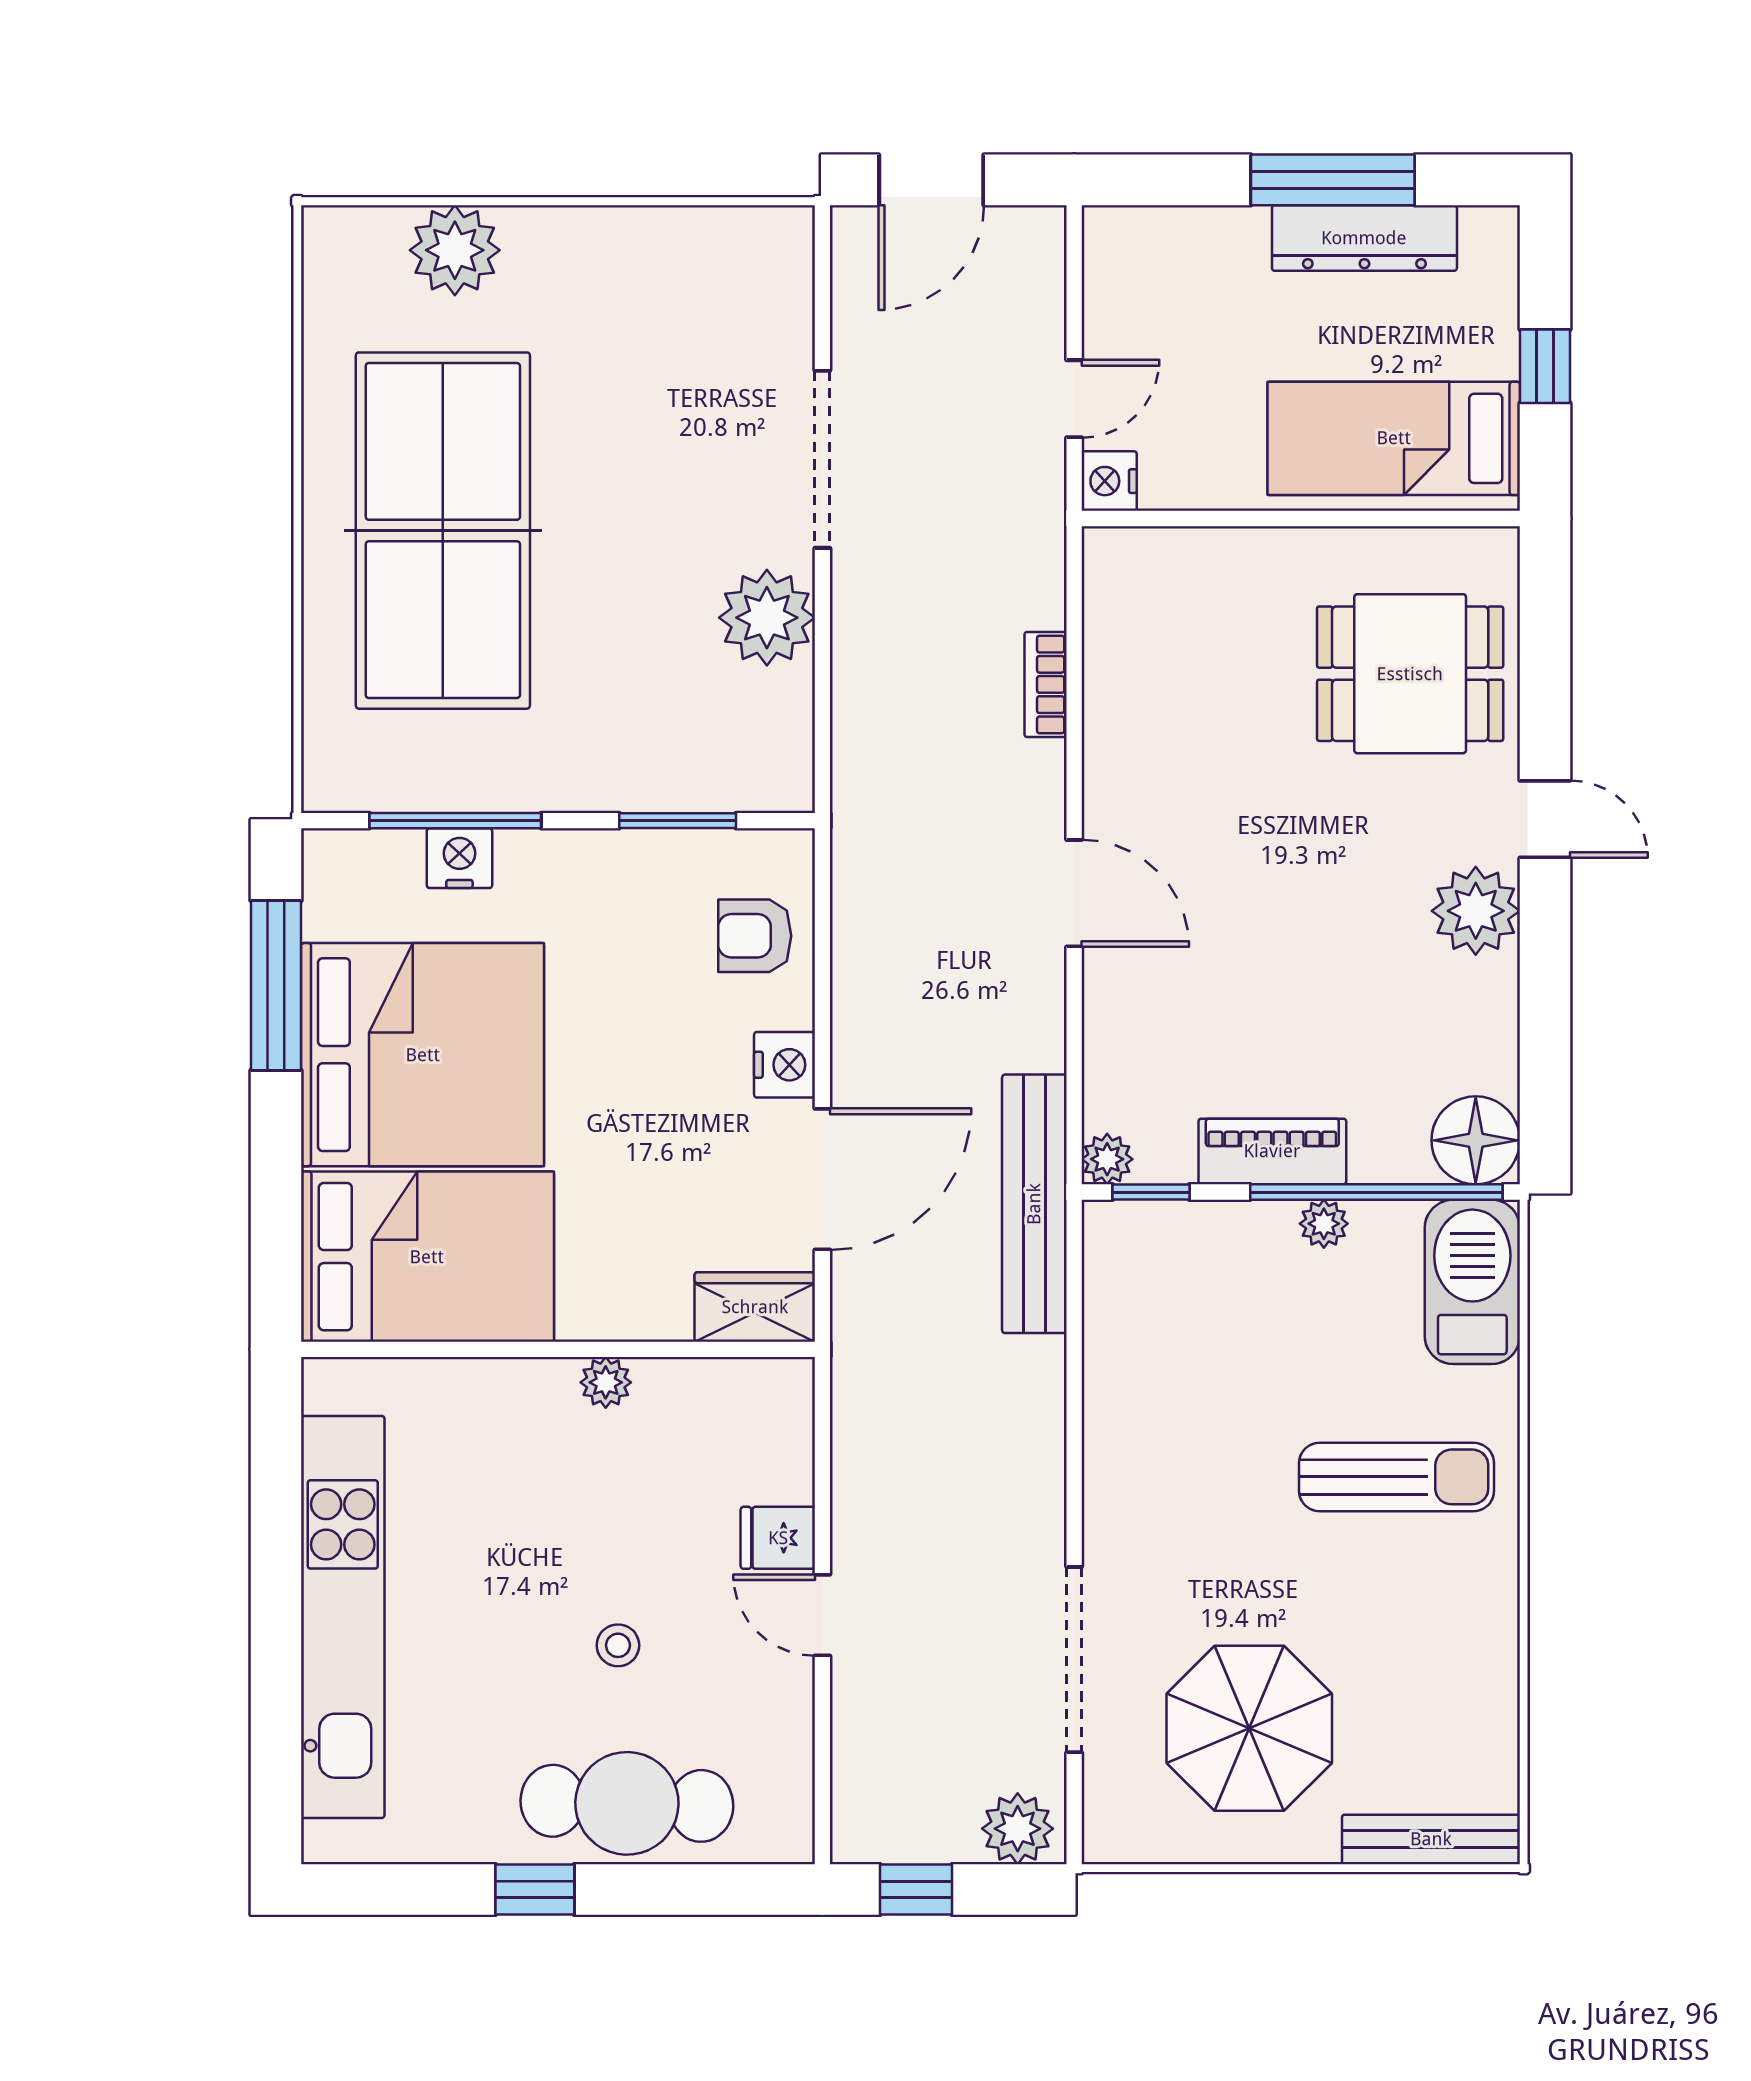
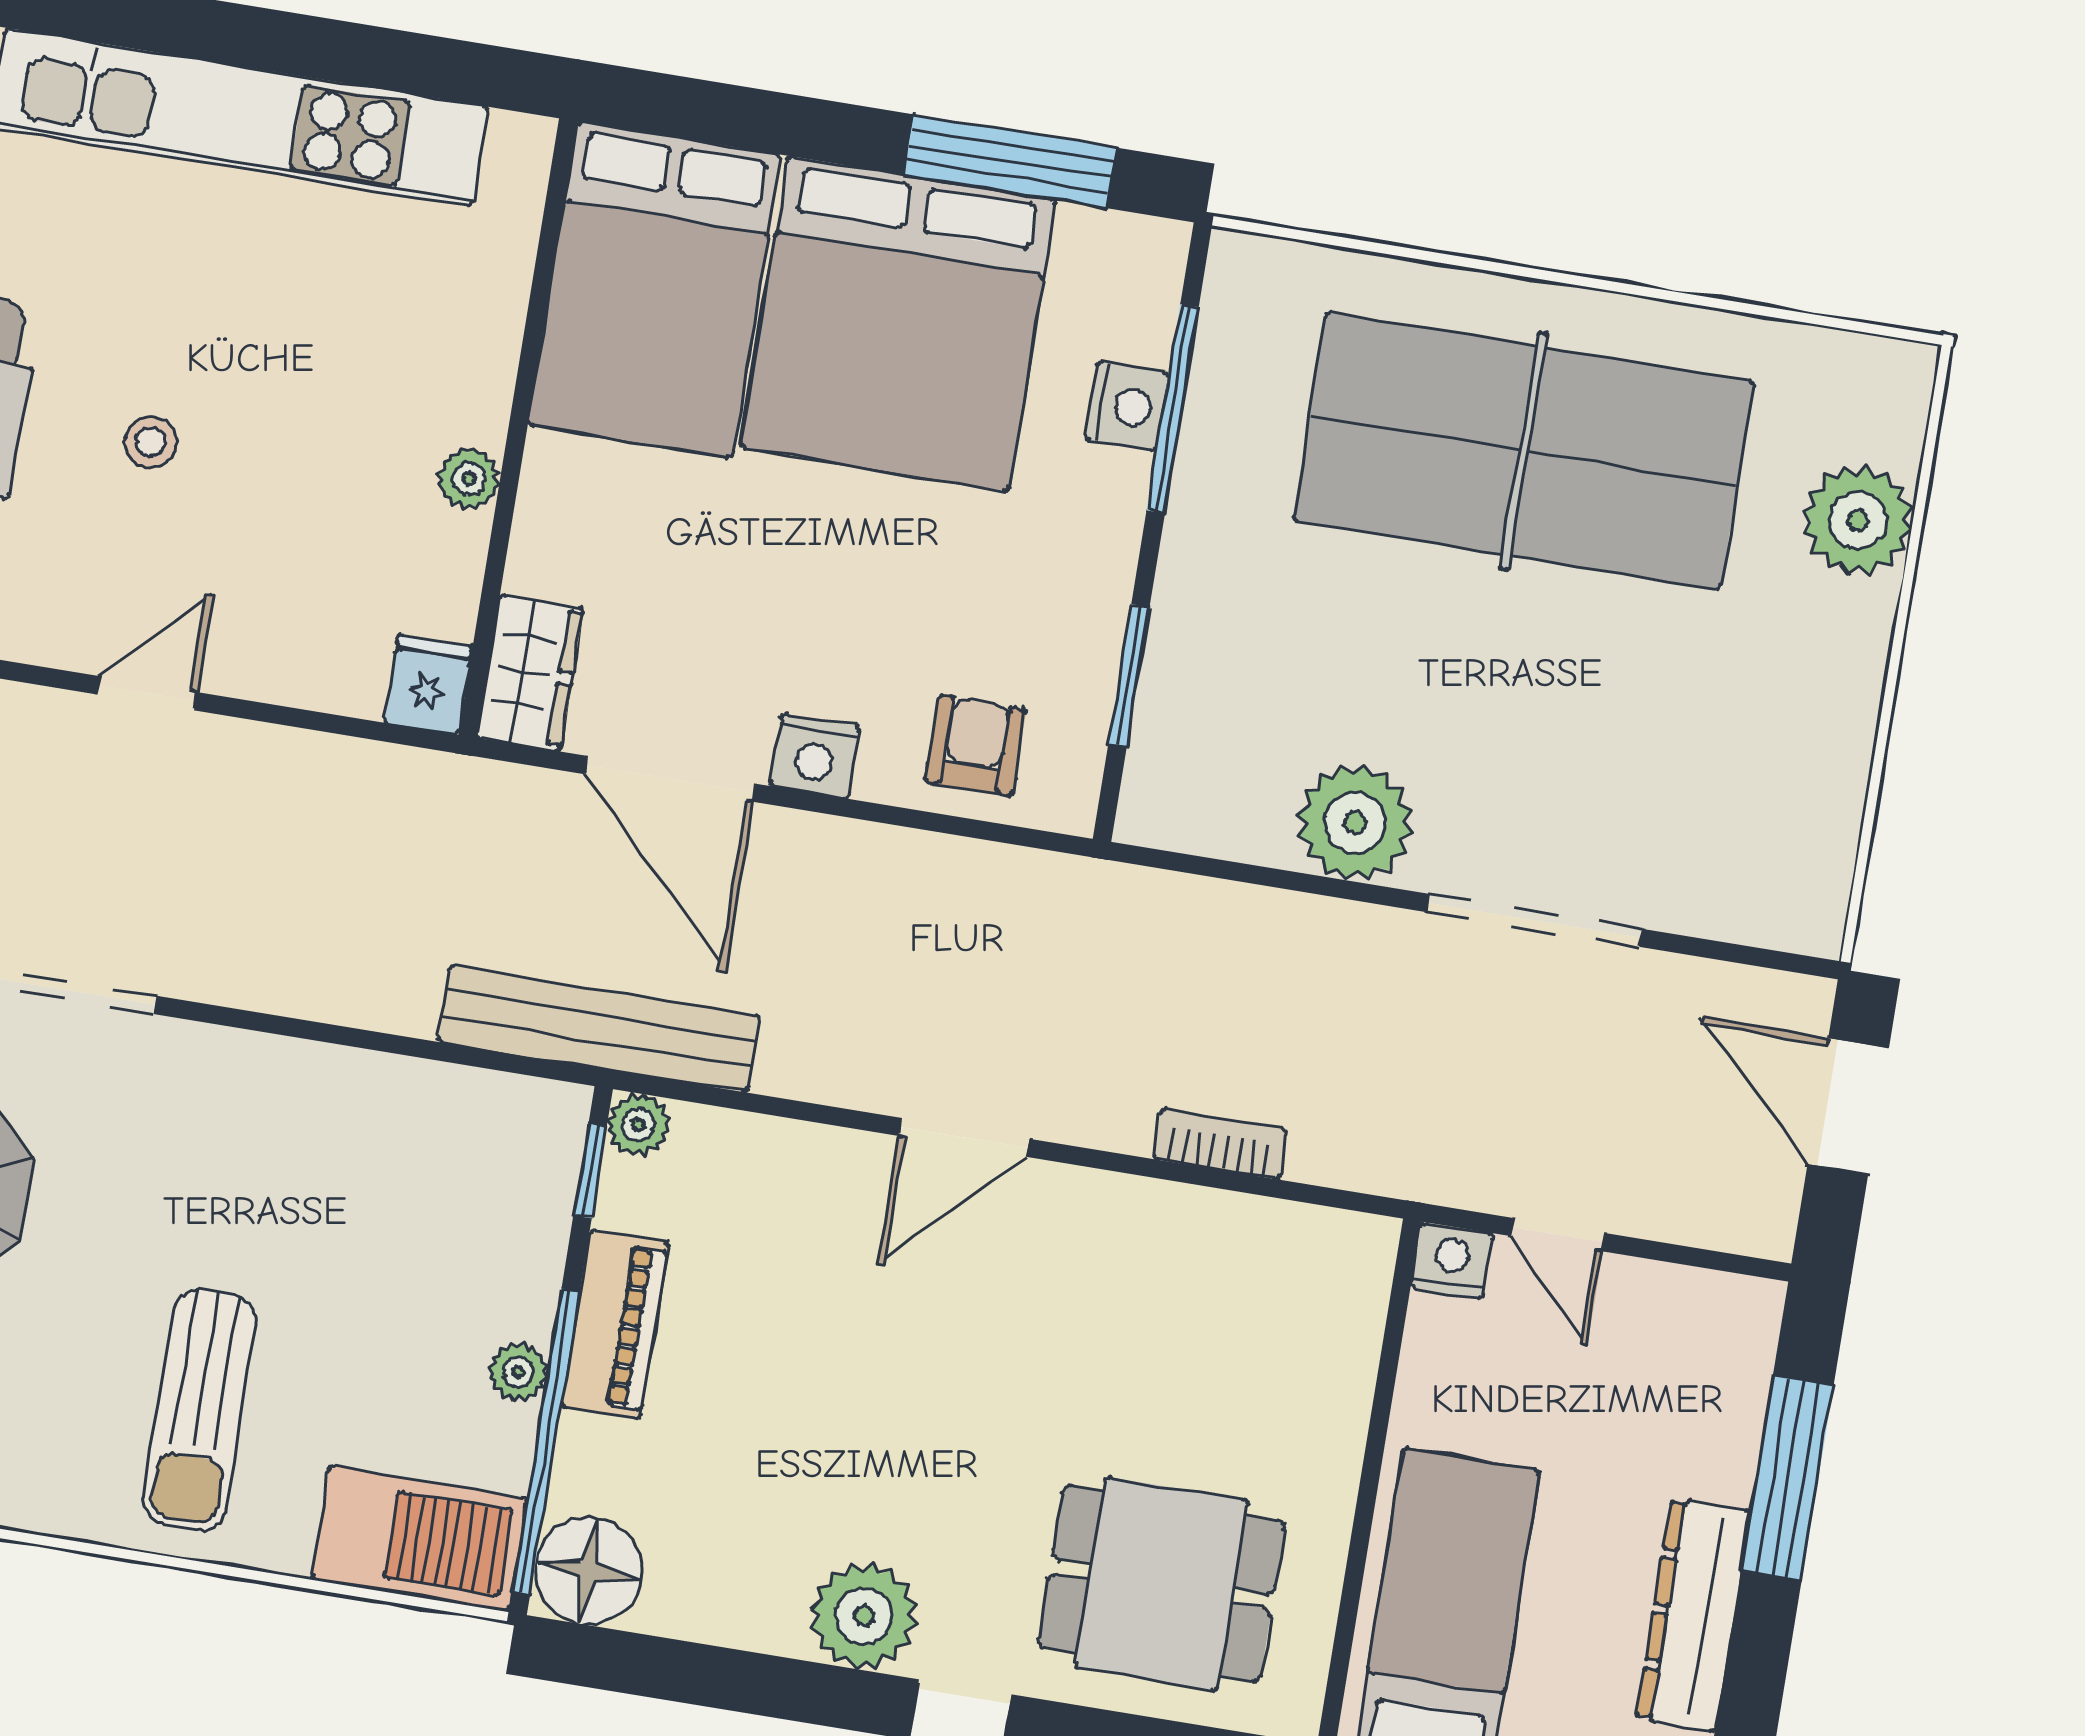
window: (1333, 180) -> (1787, 1478), moved
dining table: (1410, 674) -> (1161, 1584), turned 90
fridge: (778, 1538) -> (428, 684), moved

